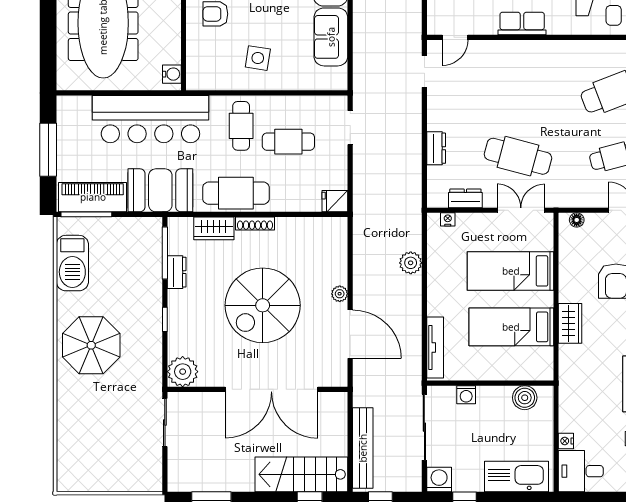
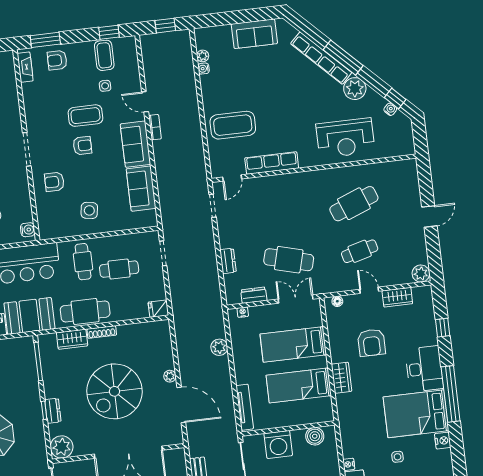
row of seats: (522, 23) -> (272, 163), width x1.48
dresser: (177, 272) -> (53, 411), moved
washing machine: (466, 395) -> (278, 444), width x1.89, depth x1.89

